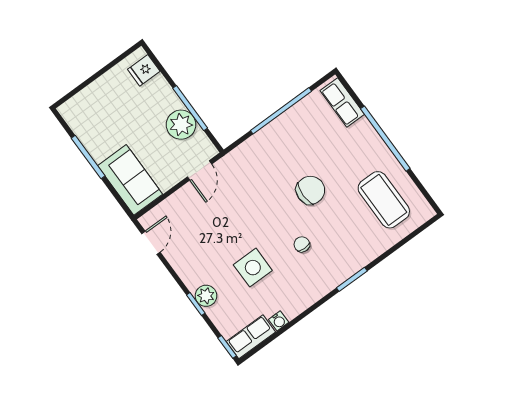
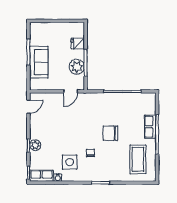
fridge: (144, 70) -> (78, 43), moved
row of seats: (342, 102) -> (150, 127), moved
sofa: (130, 180) -> (39, 62), moved
chair: (310, 190) -> (110, 133), turned 180
side table: (253, 268) -> (70, 162), moved

